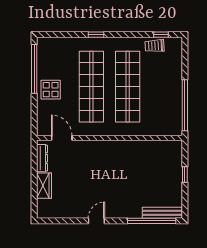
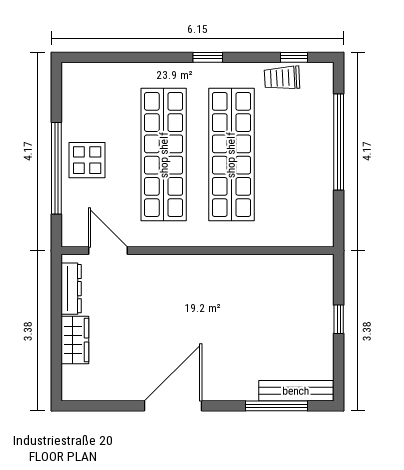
window: (96, 35) -> (208, 57), moved
window: (34, 69) -> (56, 168), moved
window: (185, 105) -> (339, 142), moved
door: (96, 221) -> (173, 406), width x1.87
window: (152, 221) -> (277, 406), width x0.68

